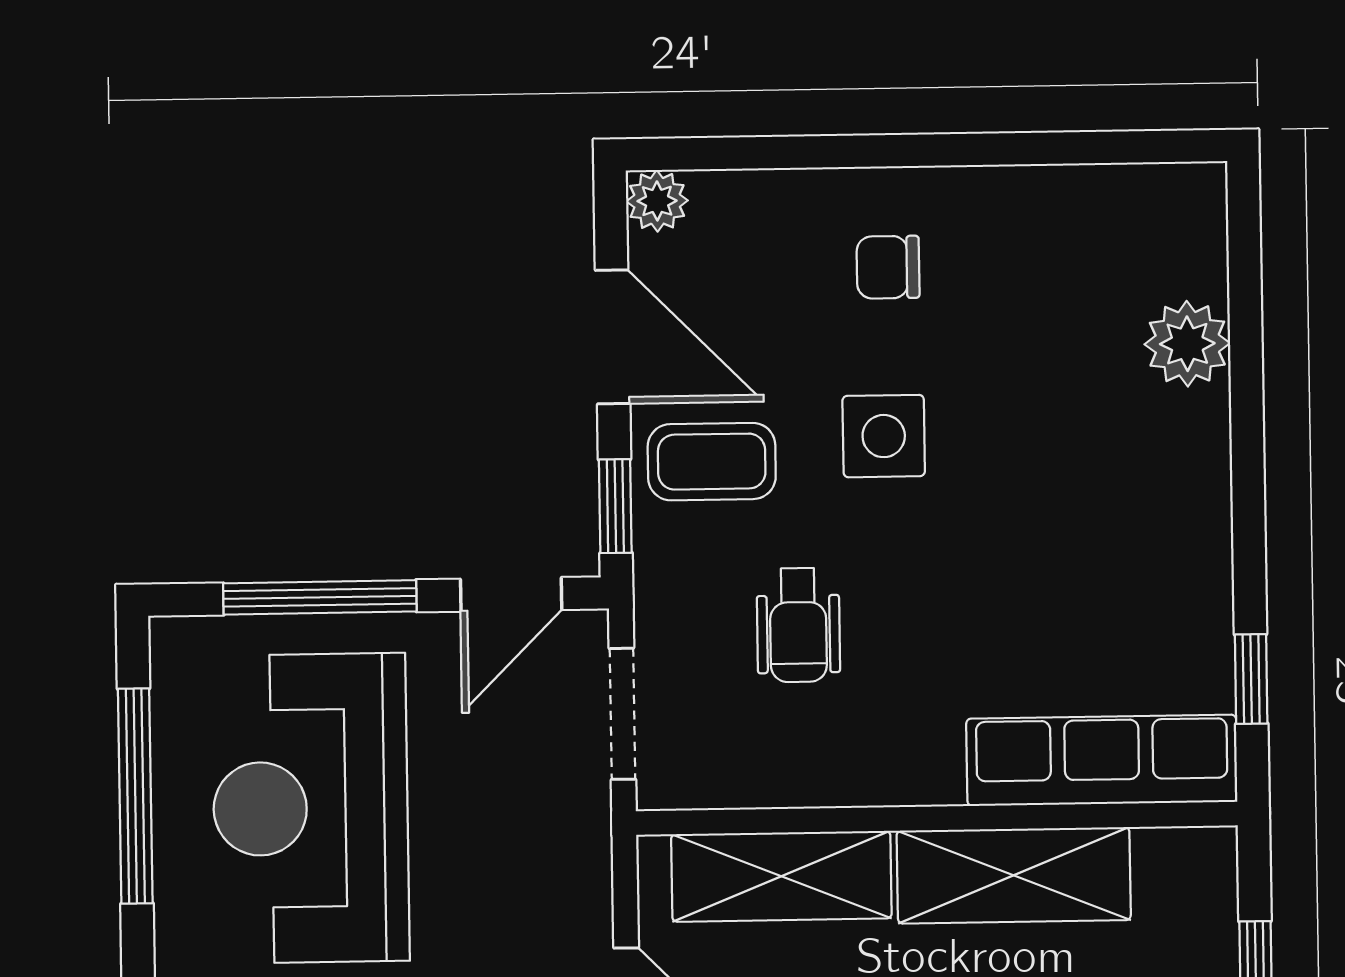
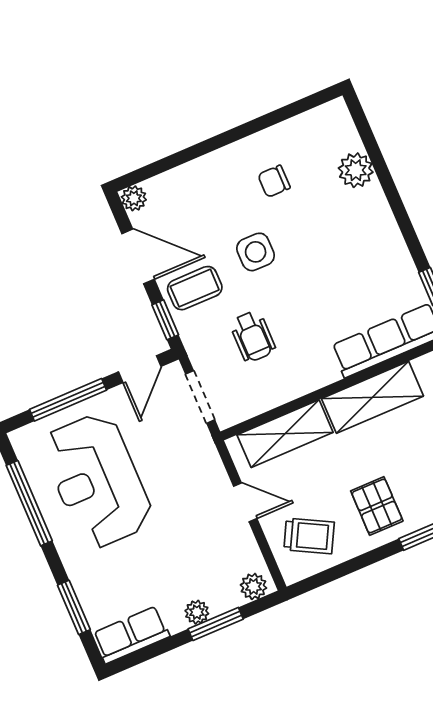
chair: (888, 267) -> (274, 181), moved

